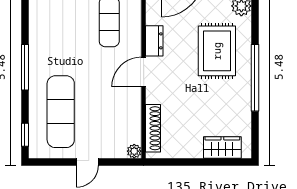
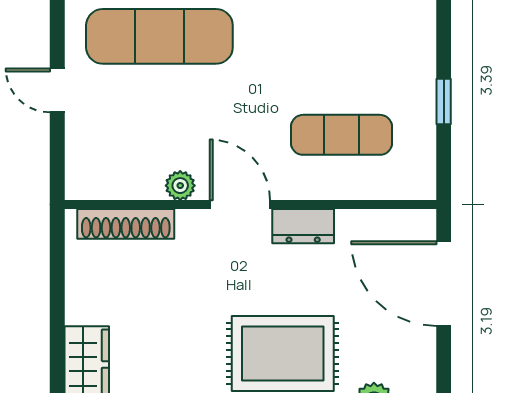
plant: (134, 151) -> (180, 186), moved

